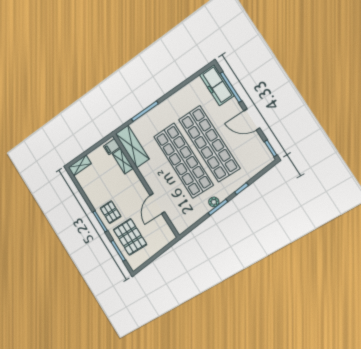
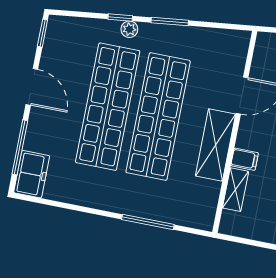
freezer: (217, 85) -> (32, 174), width x0.71
shelving: (132, 146) -> (215, 145), moved
filing cabinet: (112, 147) -> (245, 159), moved
plant: (214, 202) -> (129, 29), moved

